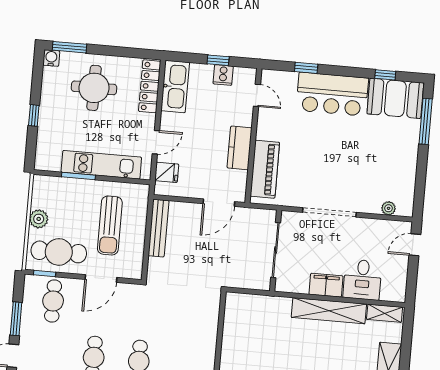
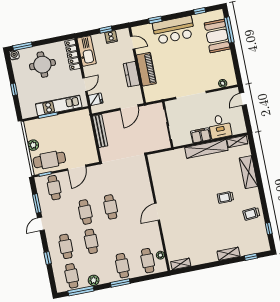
booth: (395, 98) -> (217, 36), moved, turned 90
piano: (265, 169) -> (146, 69), moved
sun lounger: (110, 225) -> (73, 137), removed

